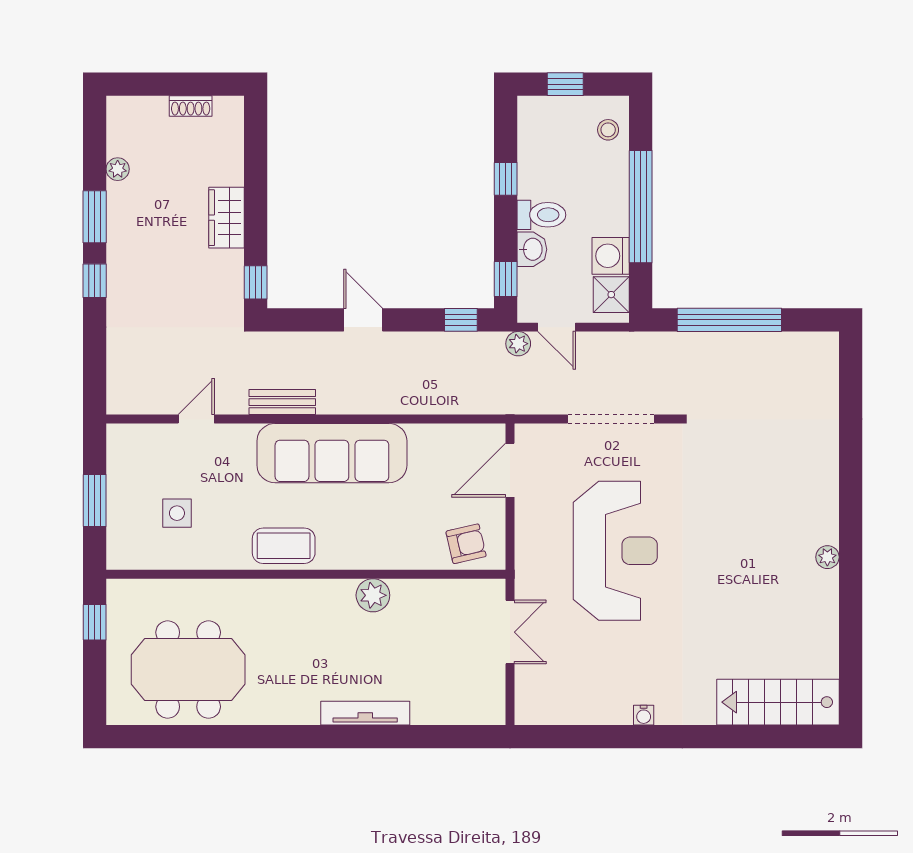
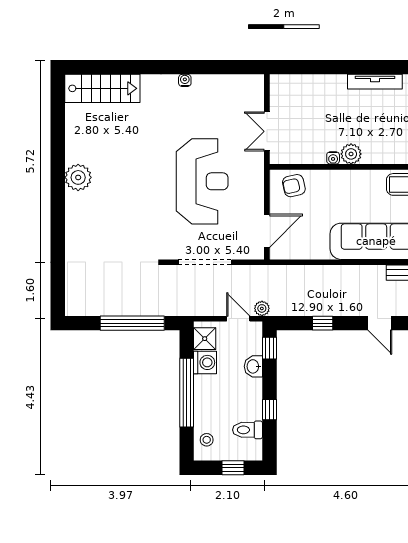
toilet: (541, 215) -> (248, 430), moved
door: (363, 320) -> (380, 323), moved
window: (461, 320) -> (323, 323), moved
reception desk: (615, 551) -> (202, 181), turned 180
plant: (827, 557) -> (78, 177), width x1.87, depth x1.87
water cooler: (402, 589) -> (333, 158), added
tv unit: (365, 713) -> (375, 82), moved

